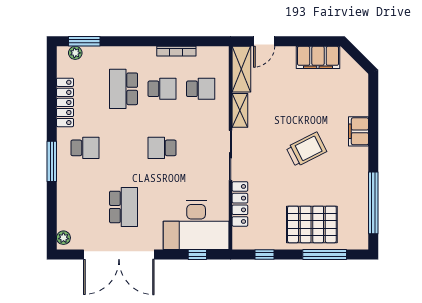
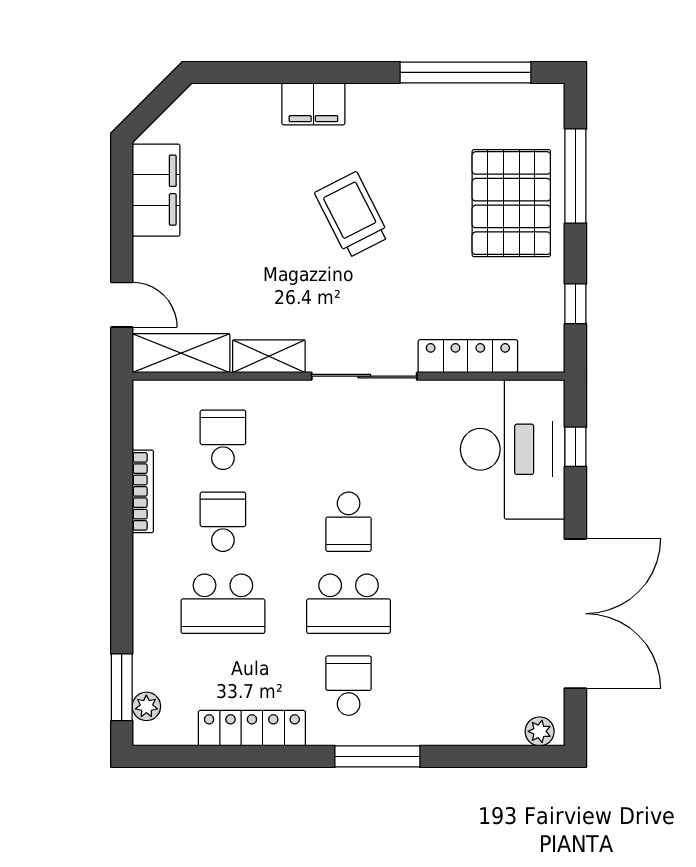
school desk: (124, 207) -> (349, 604), moved, turned 180

